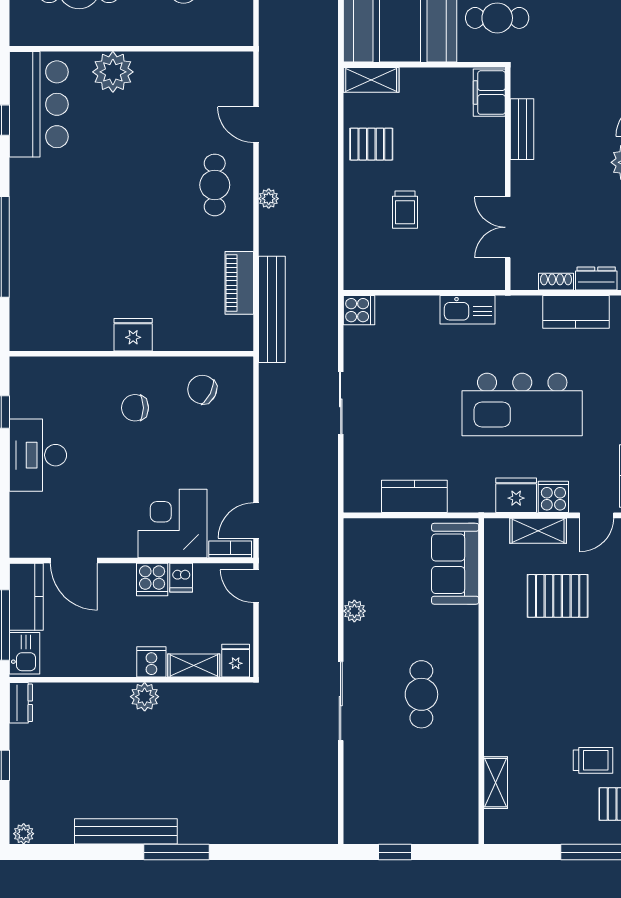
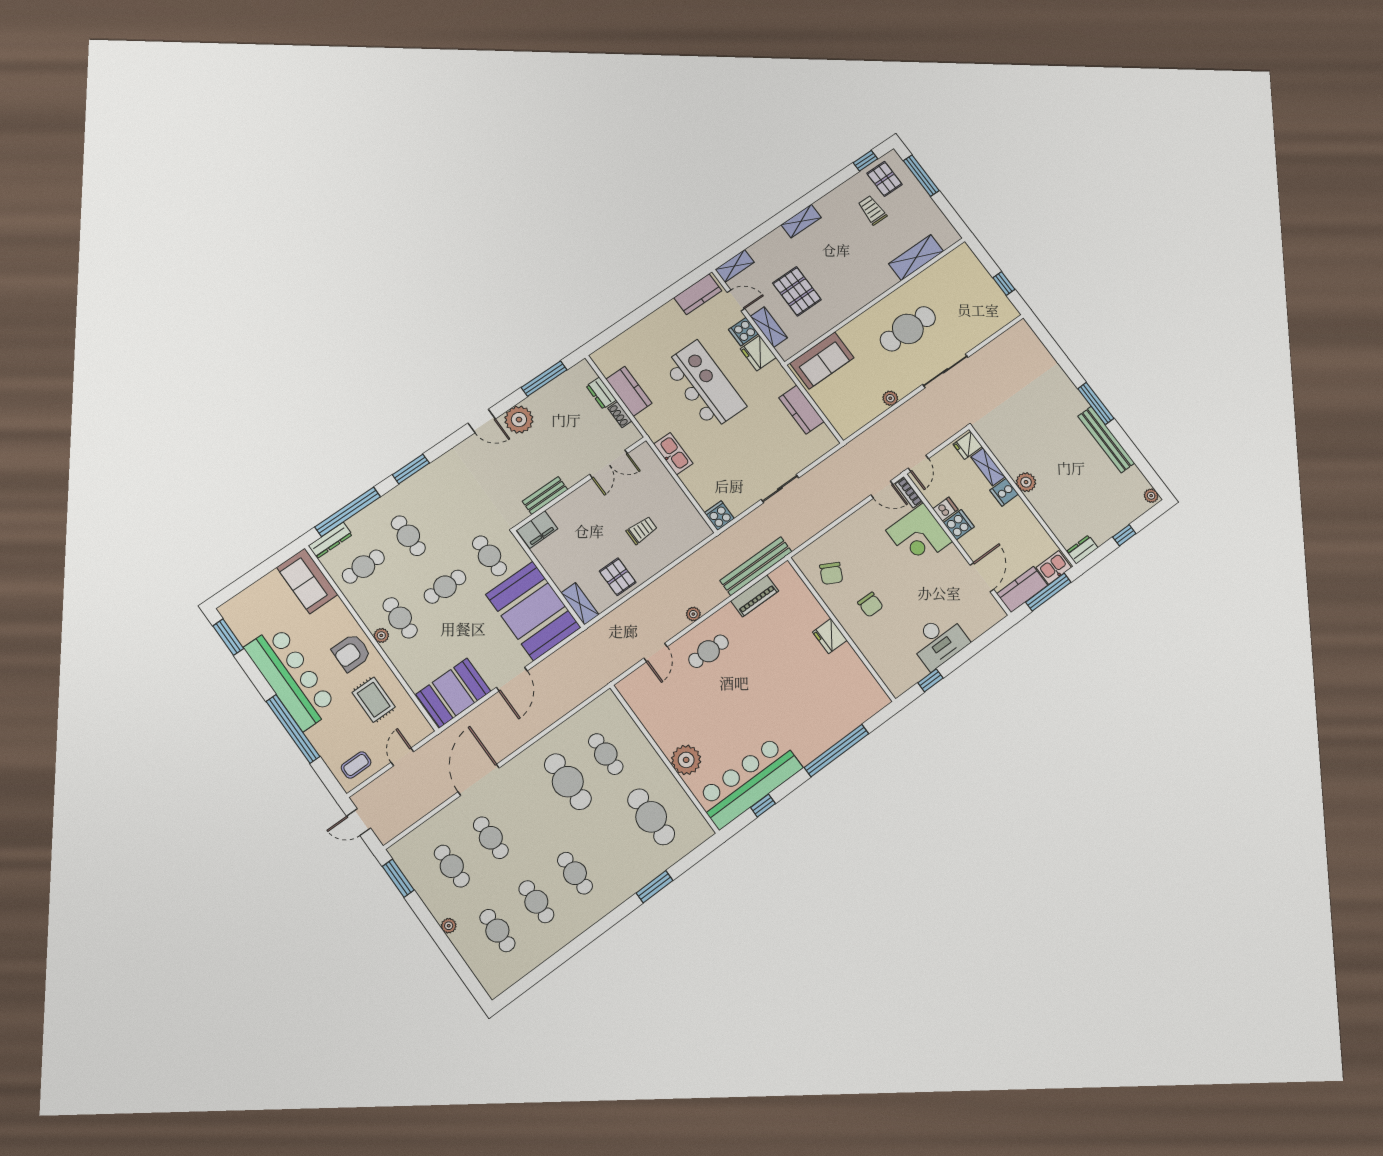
bar counter: (39, 104) -> (749, 782), width x1.36
cafe table: (421, 694) -> (908, 329), width x1.37, depth x1.35
shelving: (496, 783) -> (916, 257), width x1.50, depth x1.33

